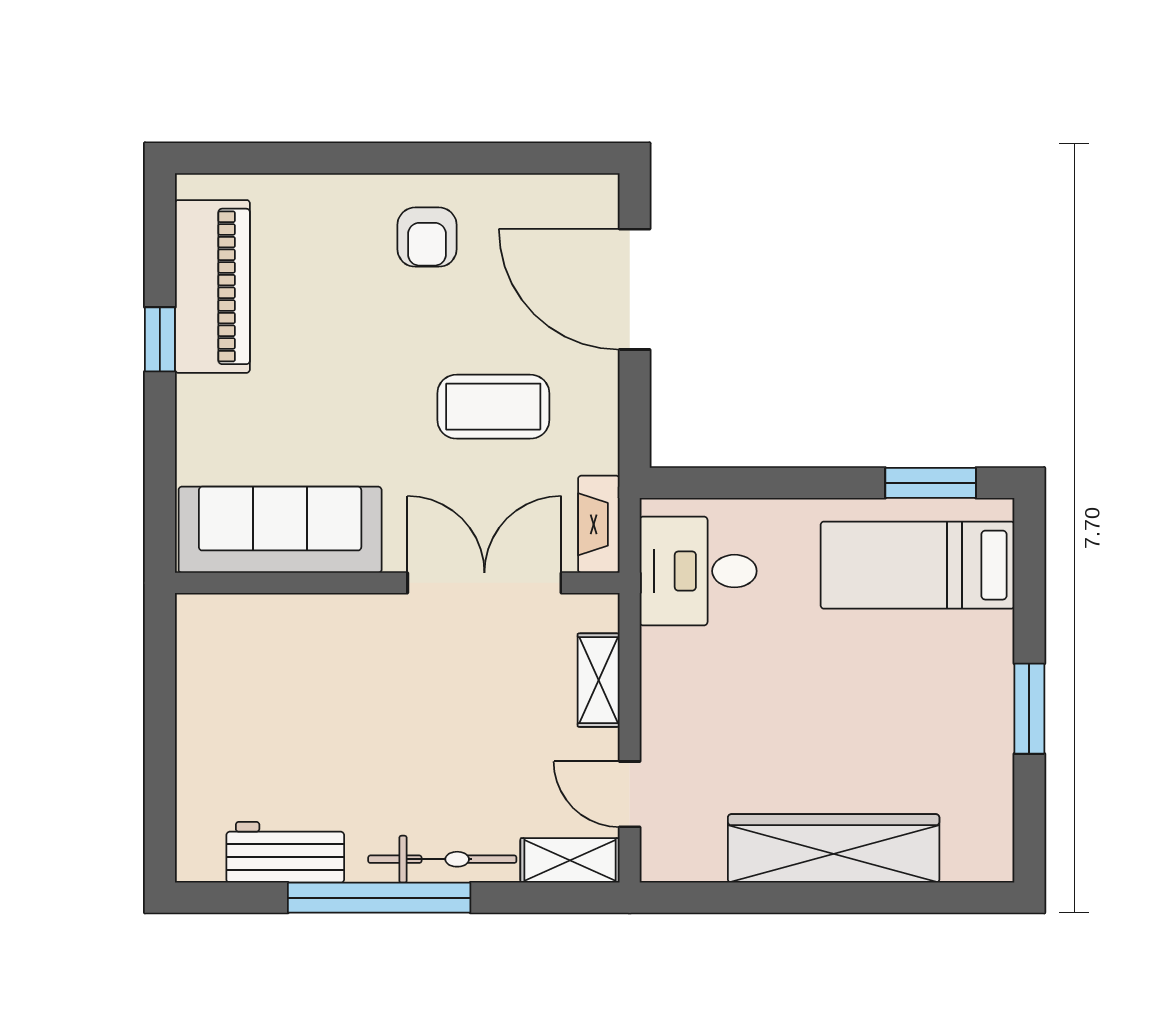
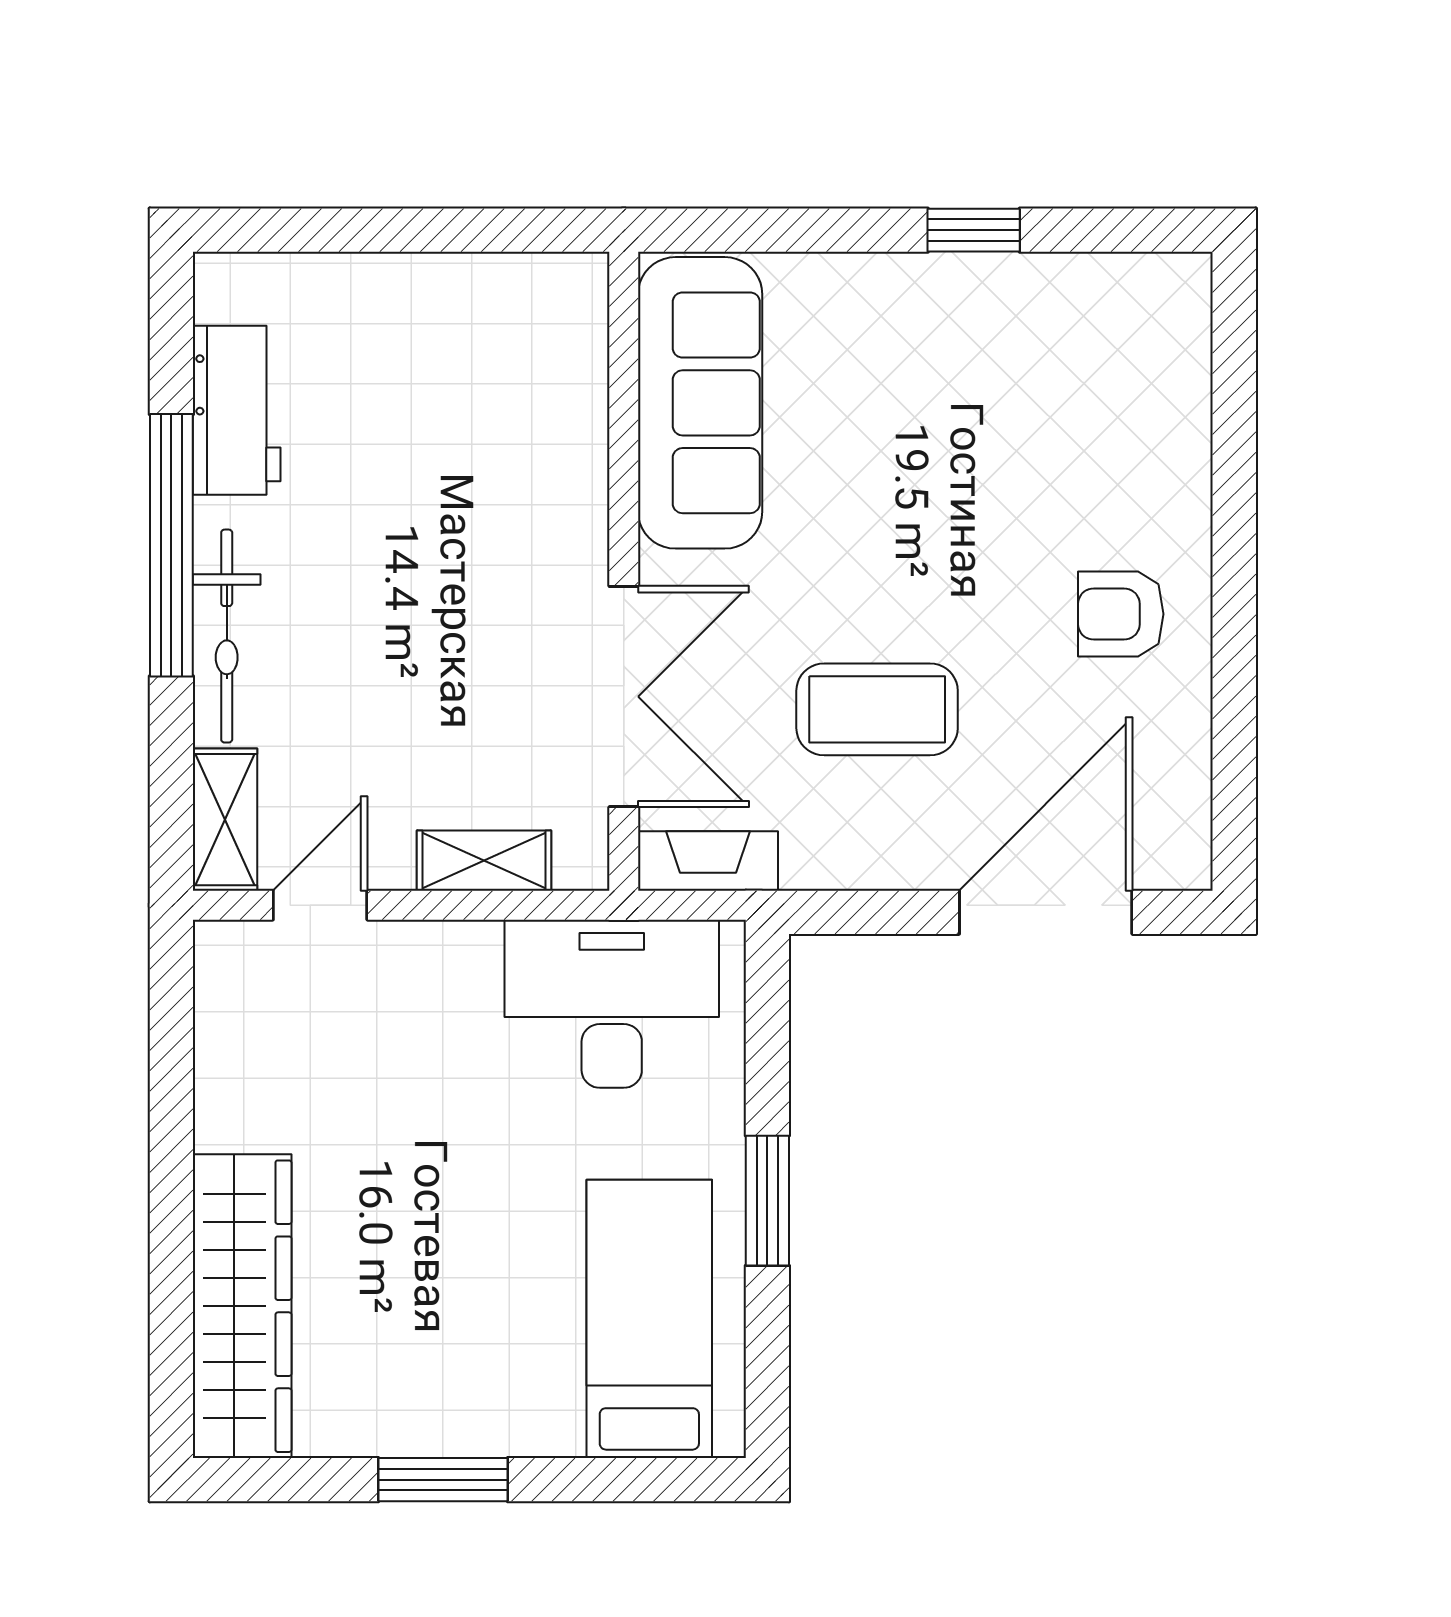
piano: (212, 286) -> (1050, 306), removed
coffee table: (493, 407) -> (877, 709), turned 90
window: (931, 483) -> (767, 1201), moved
desk: (698, 571) -> (612, 1004), width x1.37
wardrobe: (834, 848) -> (242, 1306), moved

